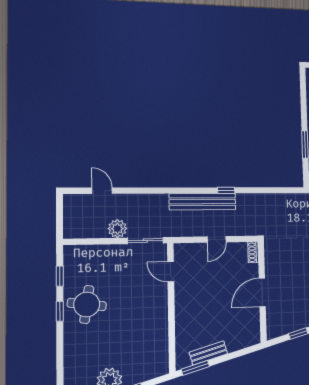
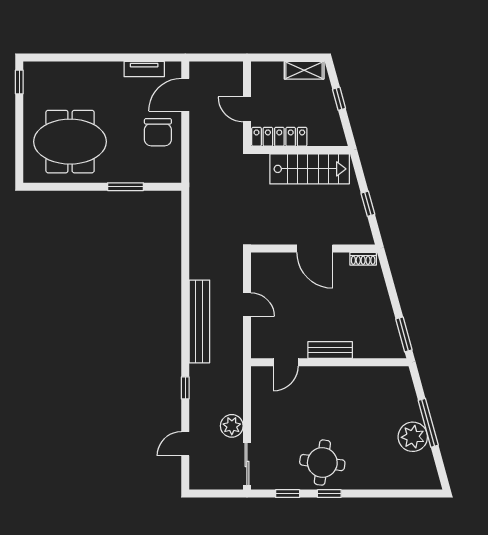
window: (226, 190) -> (185, 388), moved
sliding door: (145, 241) -> (247, 464), moved
shoe rack: (253, 252) -> (363, 259), moved
bench: (208, 353) -> (330, 350), moved, turned -75

